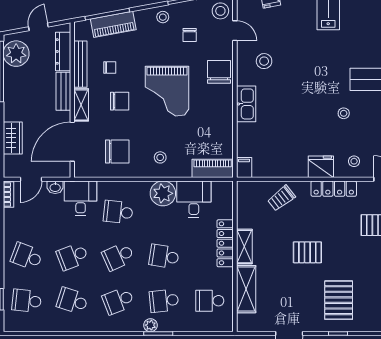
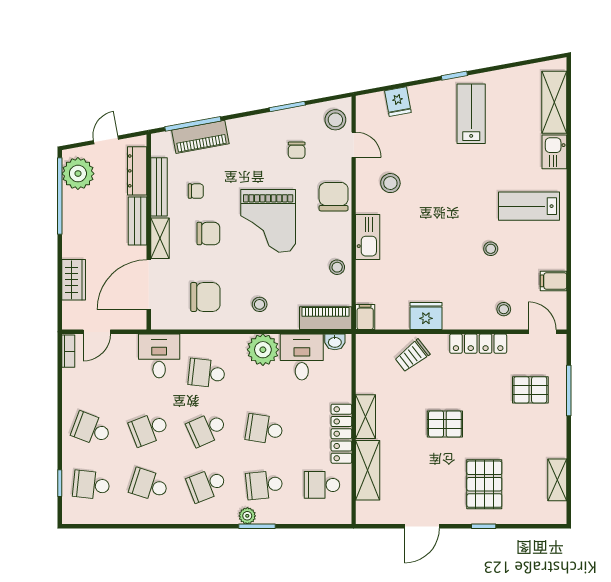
stool: (163, 17) -> (337, 267), moved
fridge: (321, 167) -> (426, 316), moved
washbasin: (55, 187) -> (335, 342), moved
locker: (225, 243) -> (341, 434), moved

